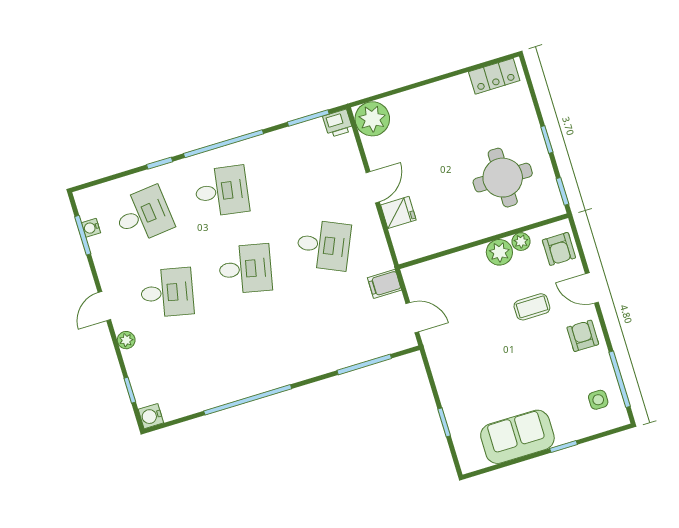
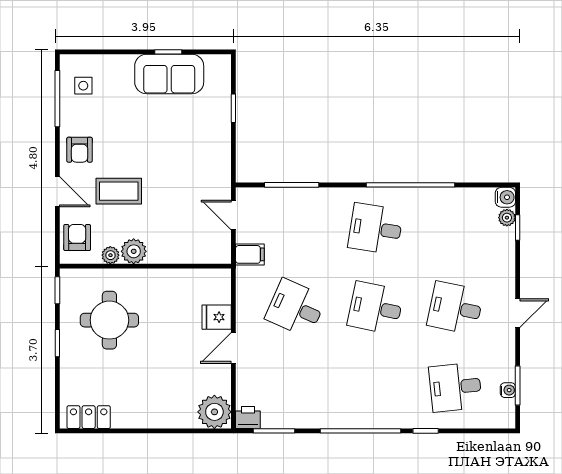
desk: (222, 191) -> (376, 229), moved
coffee table: (532, 307) -> (119, 191), width x1.36, depth x1.30
plant: (126, 340) -> (507, 218), moved
window: (564, 446) -> (168, 52), moved

